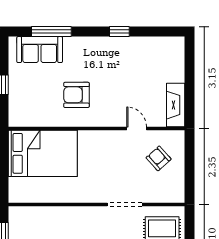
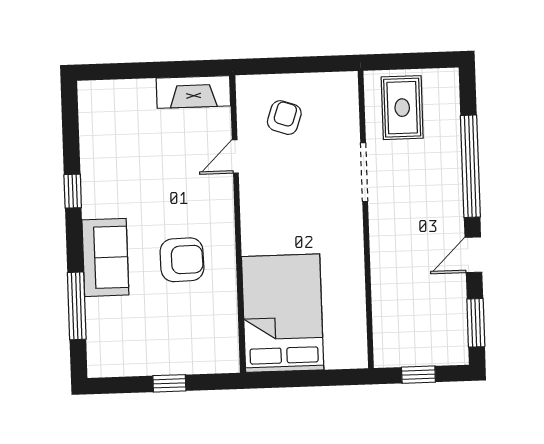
sofa: (40, 50) -> (105, 257), moved
armchair: (76, 95) -> (182, 260), turned -91
armchair: (159, 158) -> (284, 118), turned 151

